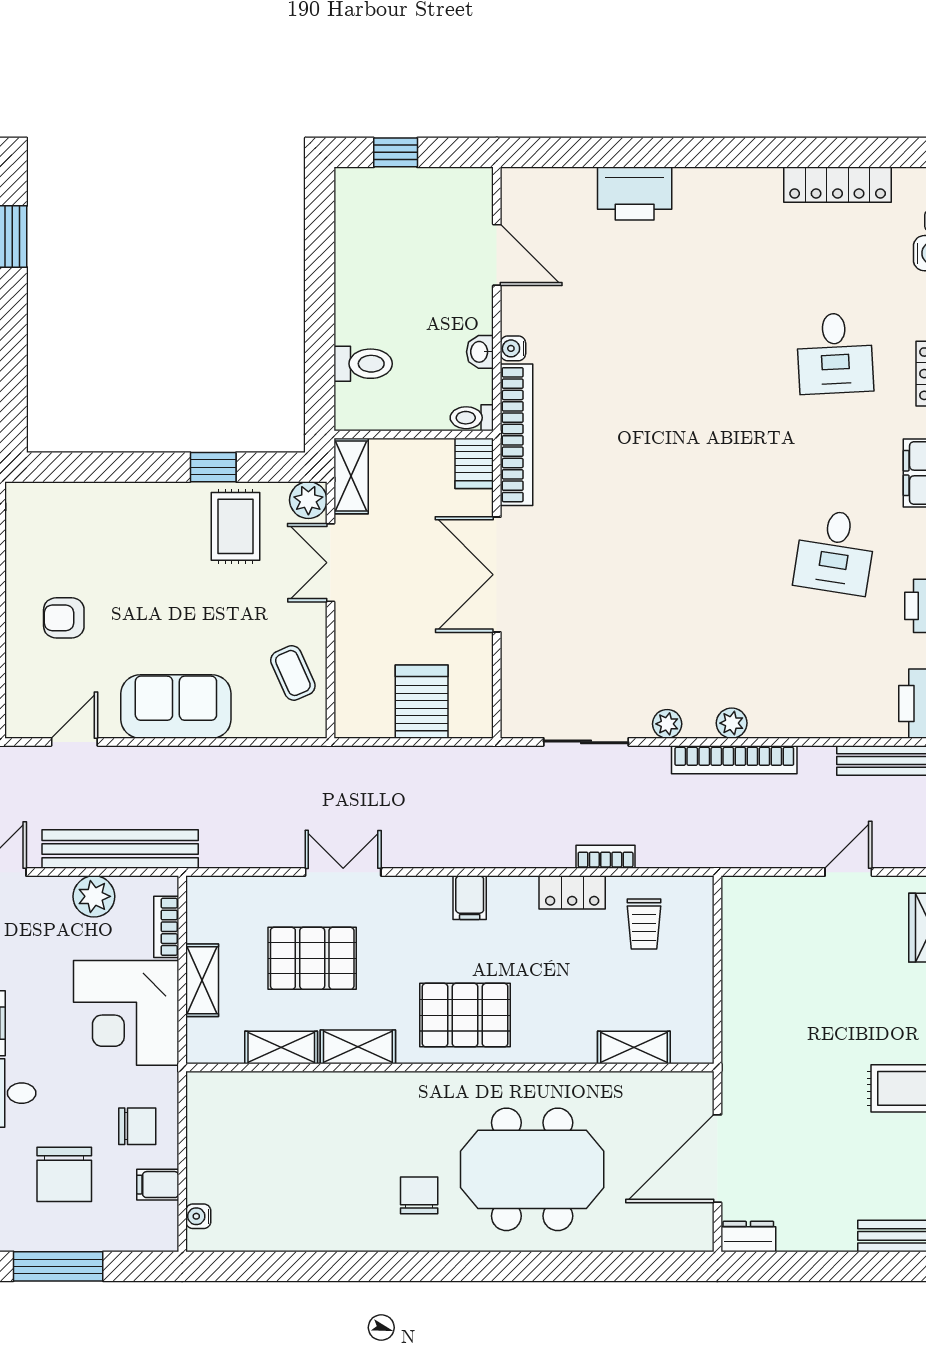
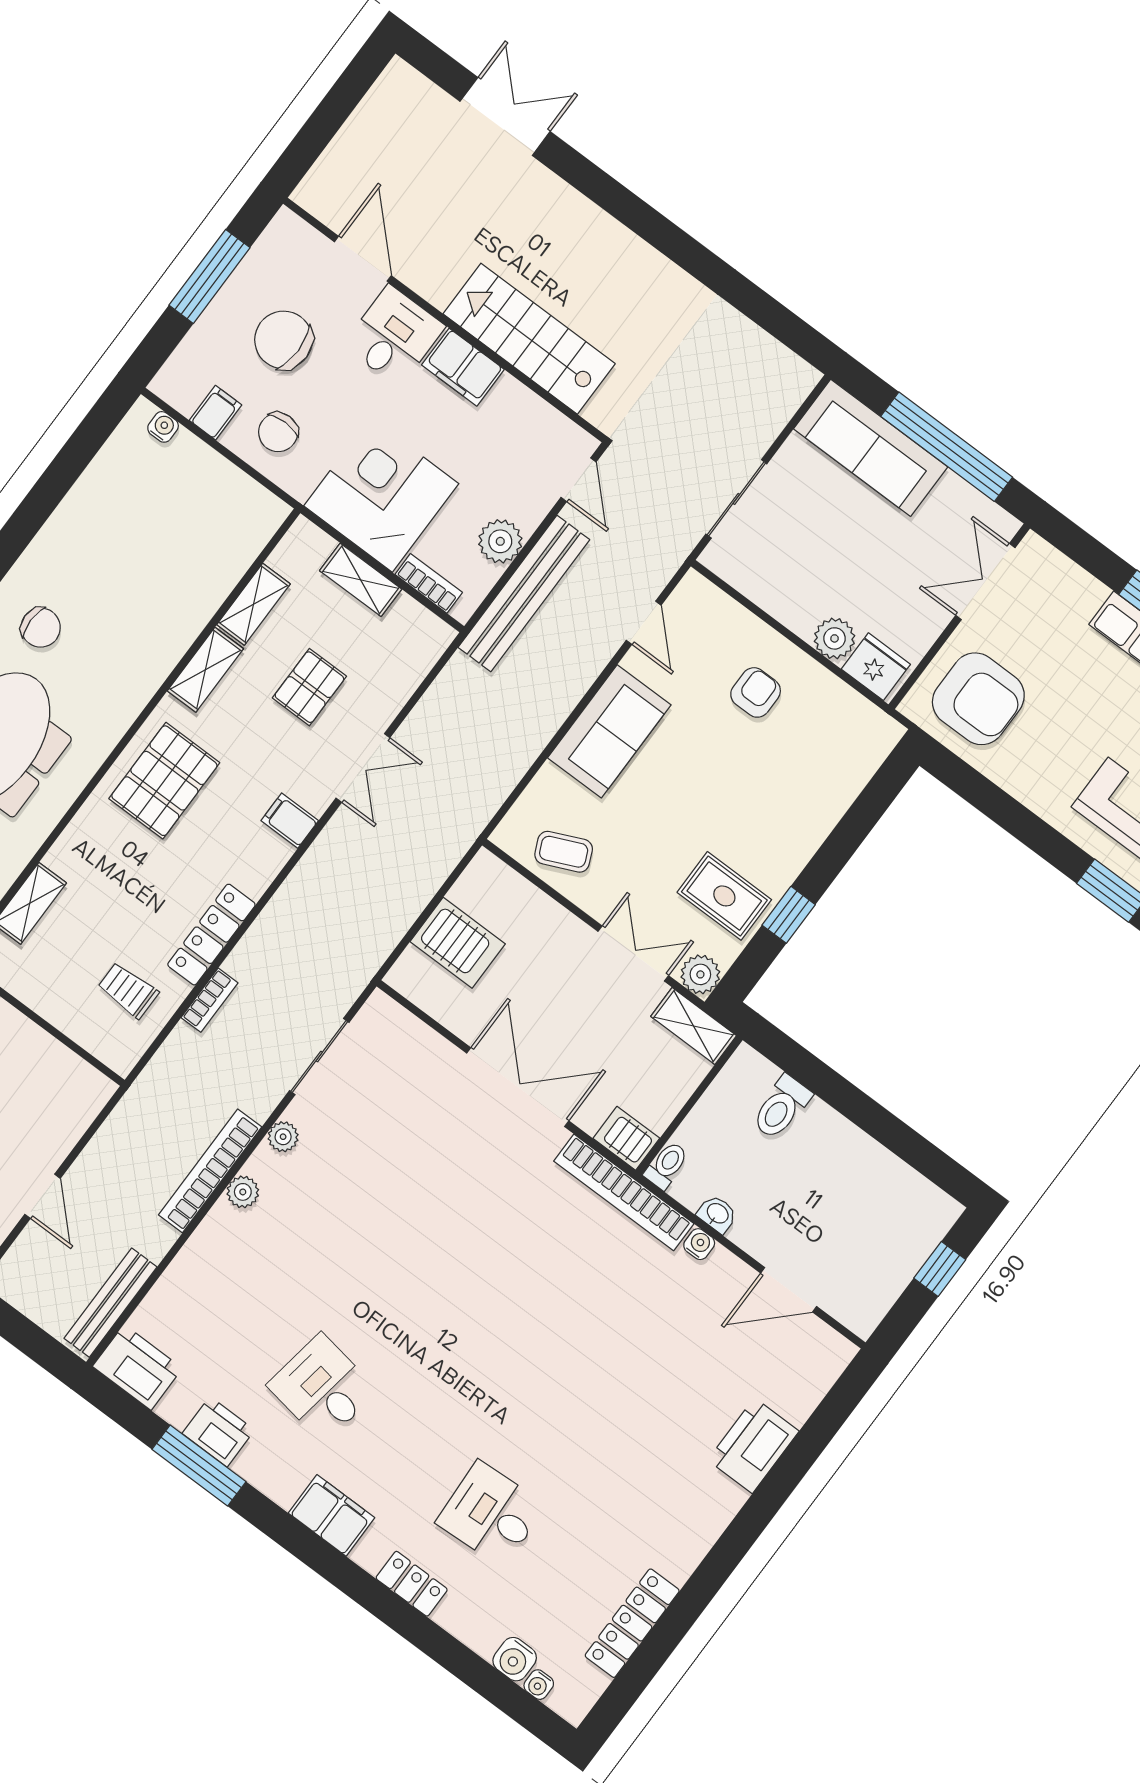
locker: (572, 892) -> (211, 935), width x1.53
filing cabinet: (470, 898) -> (290, 821), moved
pallet: (312, 958) -> (309, 687), width x0.67, depth x0.71

